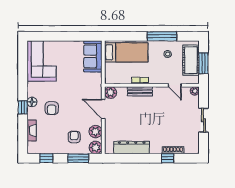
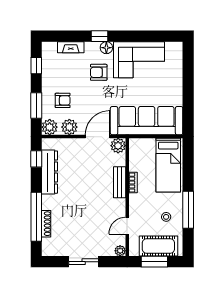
sofa: (93, 56) -> (147, 121), width x1.85, depth x1.27
corner sofa: (42, 61) -> (139, 60), moved
window: (121, 158) -> (36, 159), added
window: (168, 158) -> (36, 217), width x3.17

